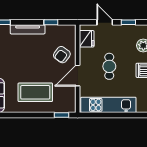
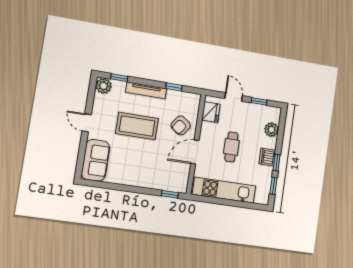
coffee table: (35, 92) -> (137, 126), moved

